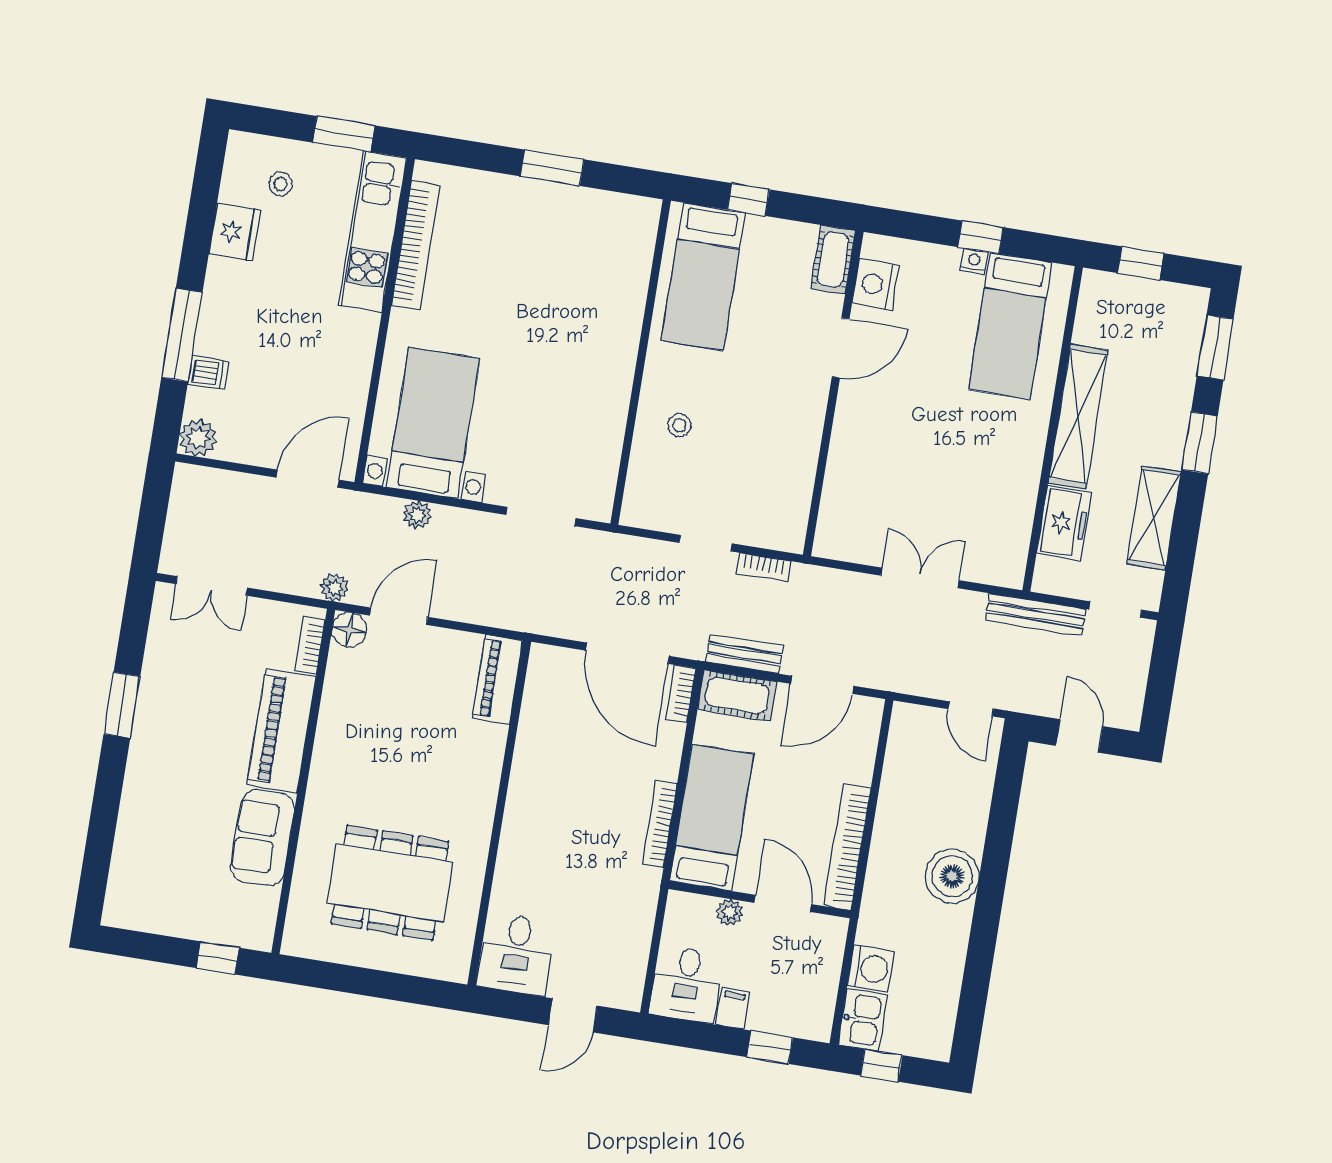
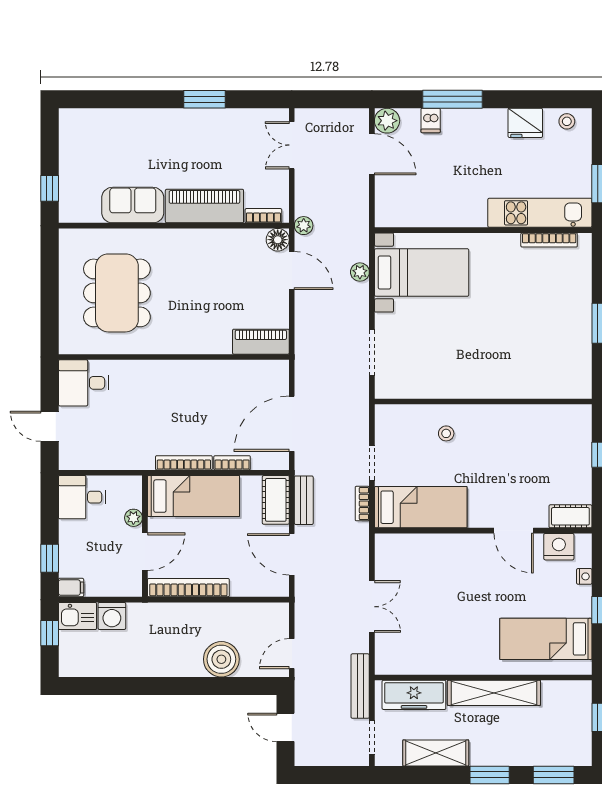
stool: (281, 184) -> (567, 121), moved
bookcase: (415, 245) -> (549, 240), width x0.68, depth x0.76
nightstand: (974, 261) -> (584, 576), moved
bed: (703, 277) -> (421, 507), moved, turned 180
door: (307, 479) -> (372, 154), moved
freezer: (1064, 523) -> (414, 695), width x1.40
bookcase: (681, 694) -> (232, 463), moved
door: (1079, 736) -> (286, 727), swing flipped
boiler: (952, 876) -> (221, 659), moved
filing cabinet: (733, 1009) -> (71, 588), moved

